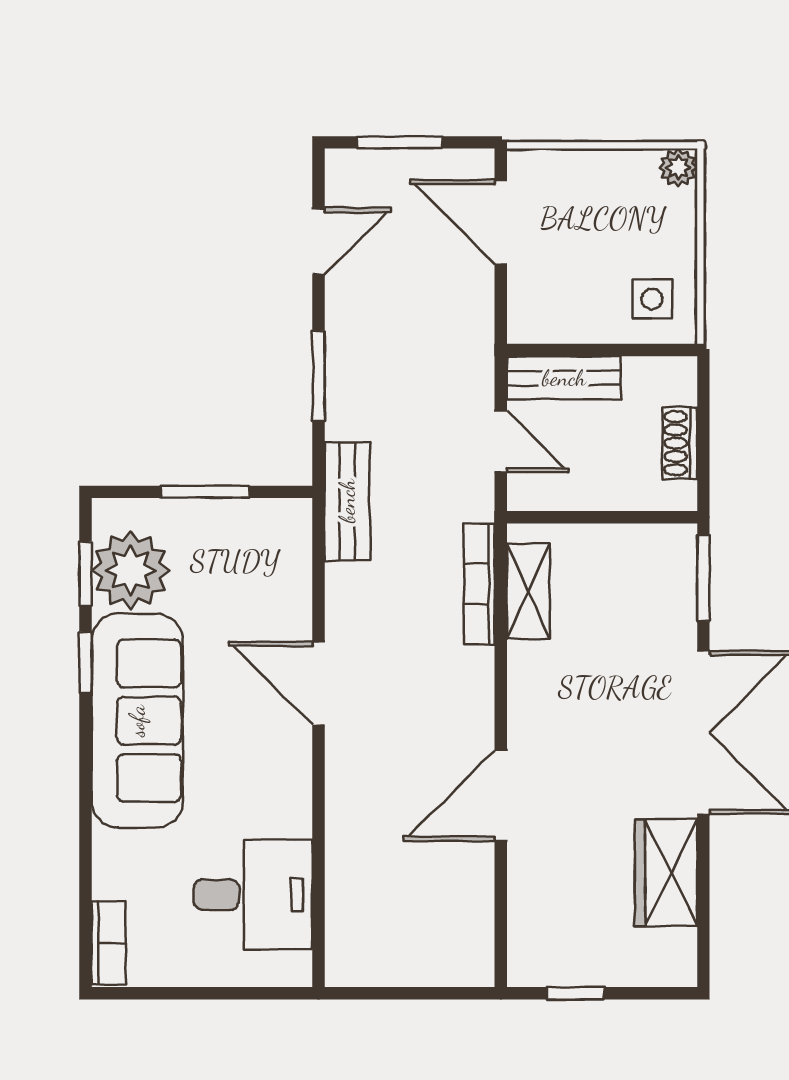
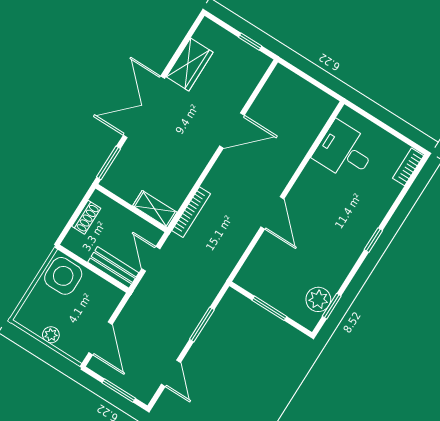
plant: (678, 168) -> (51, 335), moved
door: (318, 241) -> (171, 373), swing flipped
side table: (652, 299) -> (63, 276), width x1.87, depth x1.87
bench: (347, 501) -> (220, 272), removed
plant: (131, 570) -> (318, 299), width x0.73, depth x0.73
shelving: (528, 591) -> (155, 209), moved, turned 90
window: (86, 662) -> (373, 240), moved
sofa: (137, 721) -> (347, 241), removed

